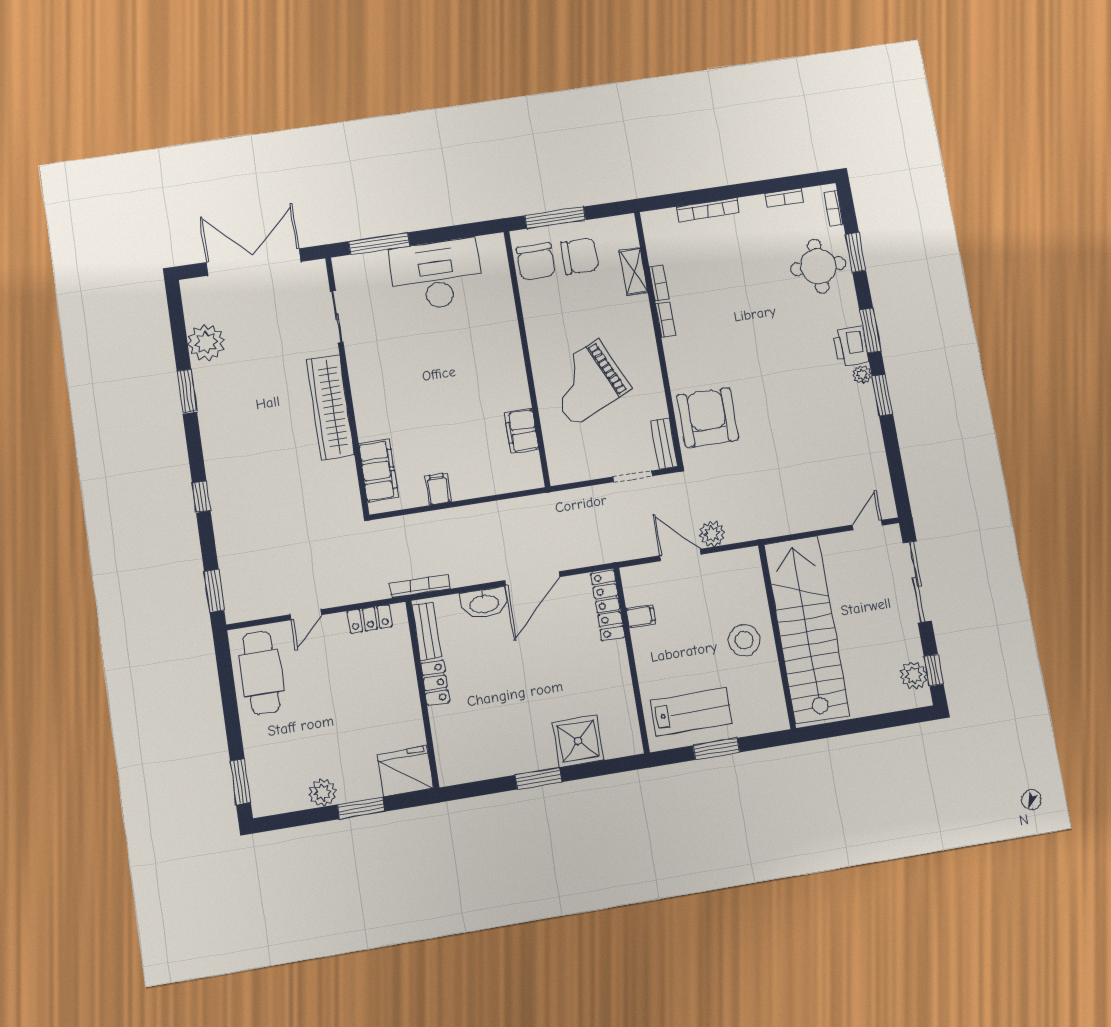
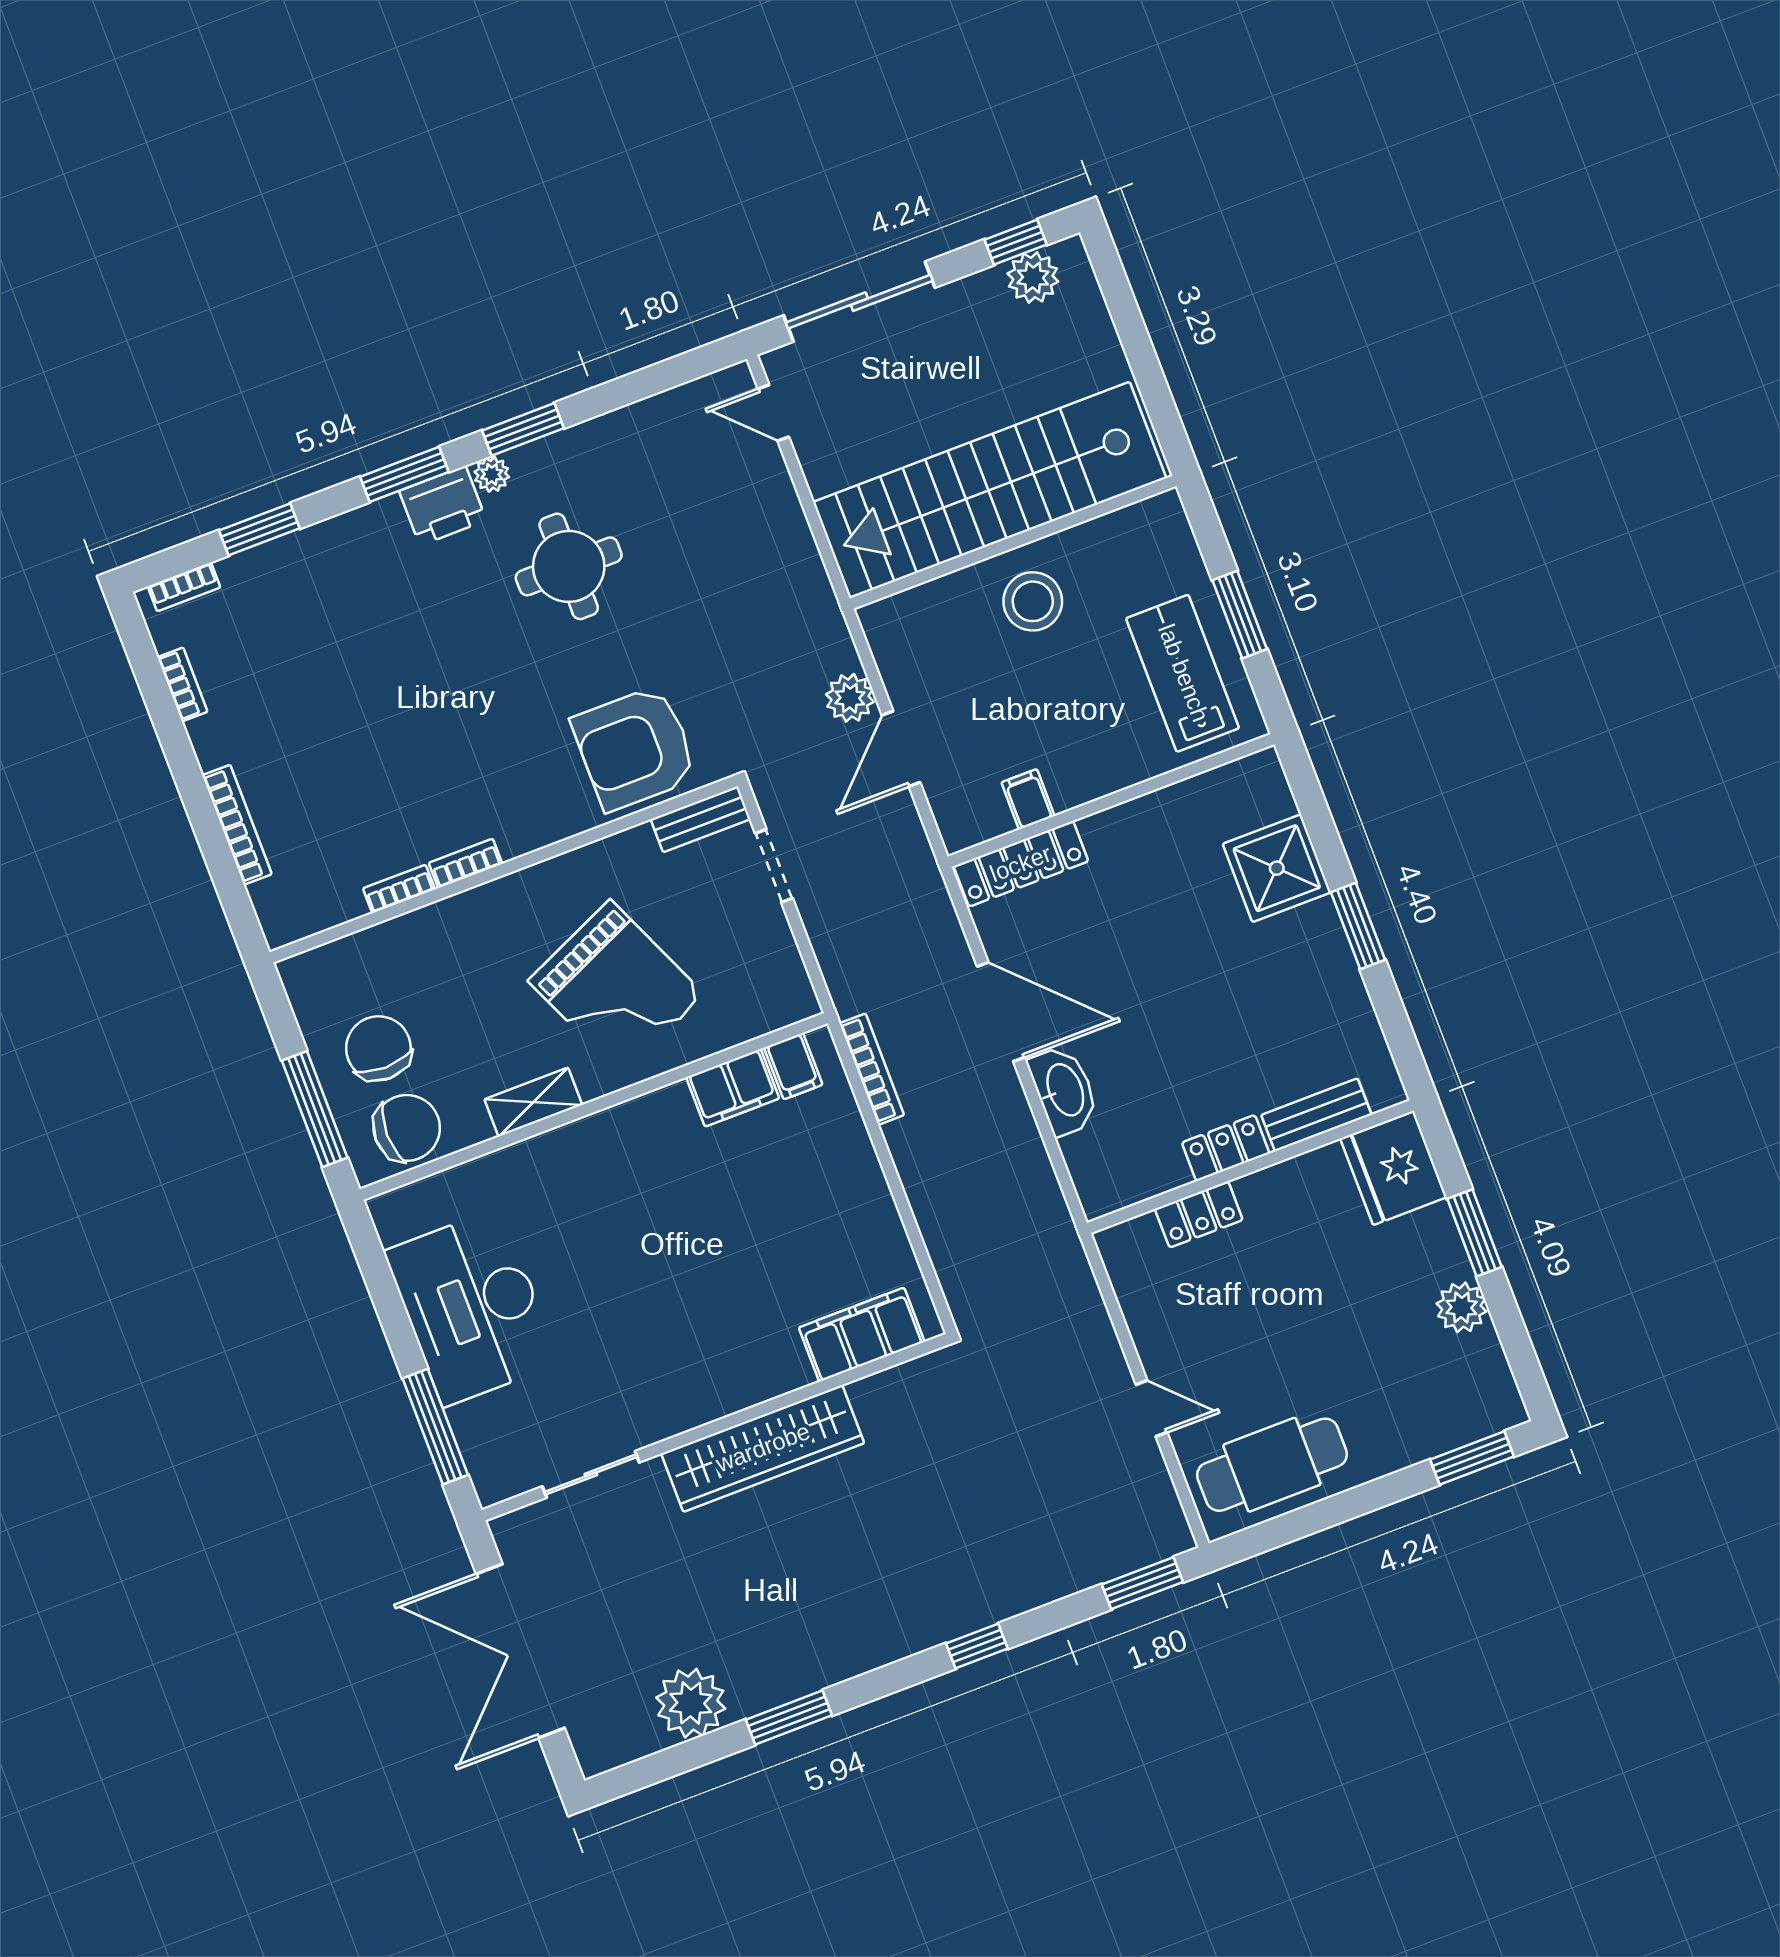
round table: (818, 266) -> (569, 566), moved
shelving: (634, 271) -> (533, 1102), moved
filing cabinet: (438, 489) -> (793, 1066), moved, turned -90
bookcase: (420, 586) -> (872, 1069), moved, turned 180
locker: (370, 619) -> (1199, 1214), moved, turned 90
bench: (427, 631) -> (1316, 1115), moved

